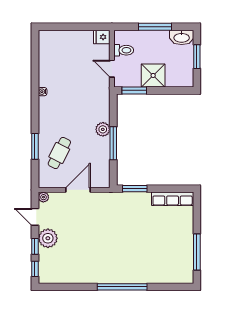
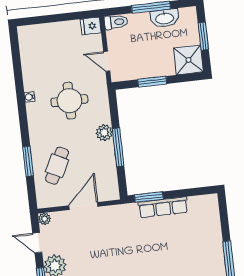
washbasin: (182, 37) -> (165, 18), moved
toilet: (124, 50) -> (116, 22), moved
shower: (153, 75) -> (188, 60), moved
window: (134, 90) -> (152, 82), moved
round table: (76, 99) -> (69, 101), added
row of seats: (173, 199) -> (163, 207), moved

